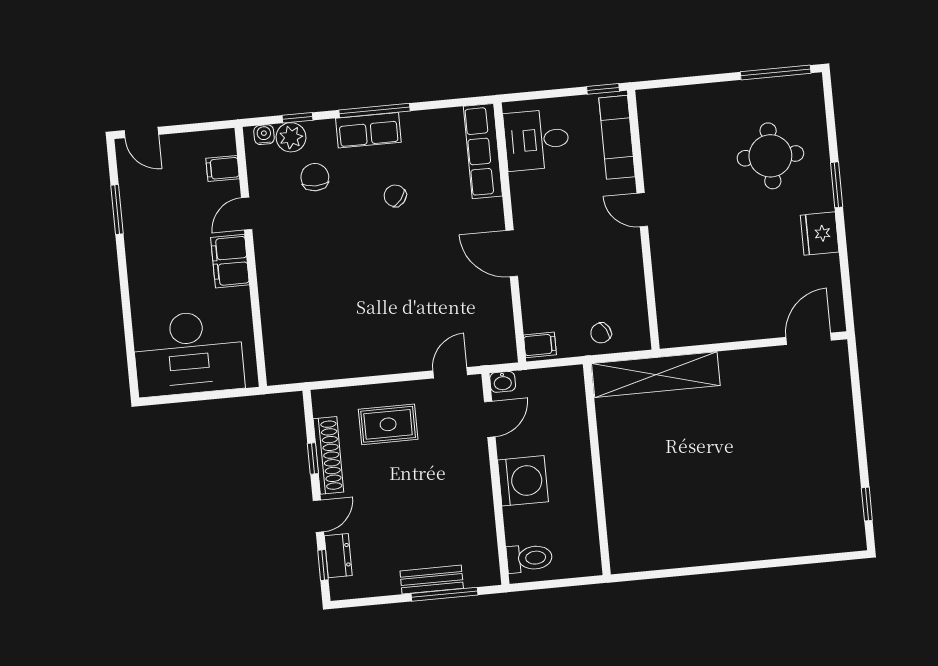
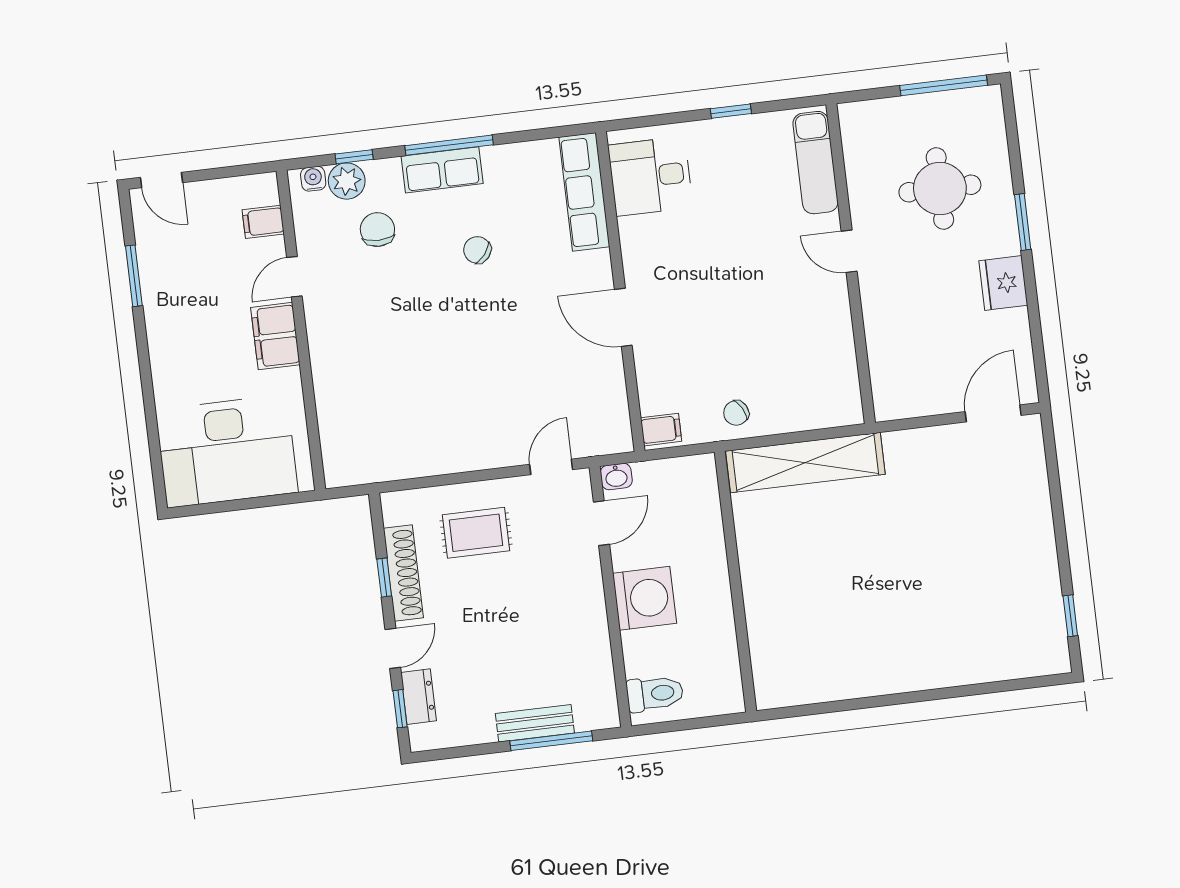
exam couch: (617, 137) -> (816, 163), moved
door: (642, 210) -> (849, 251), moved
wall: (643, 220) -> (851, 264), moved

